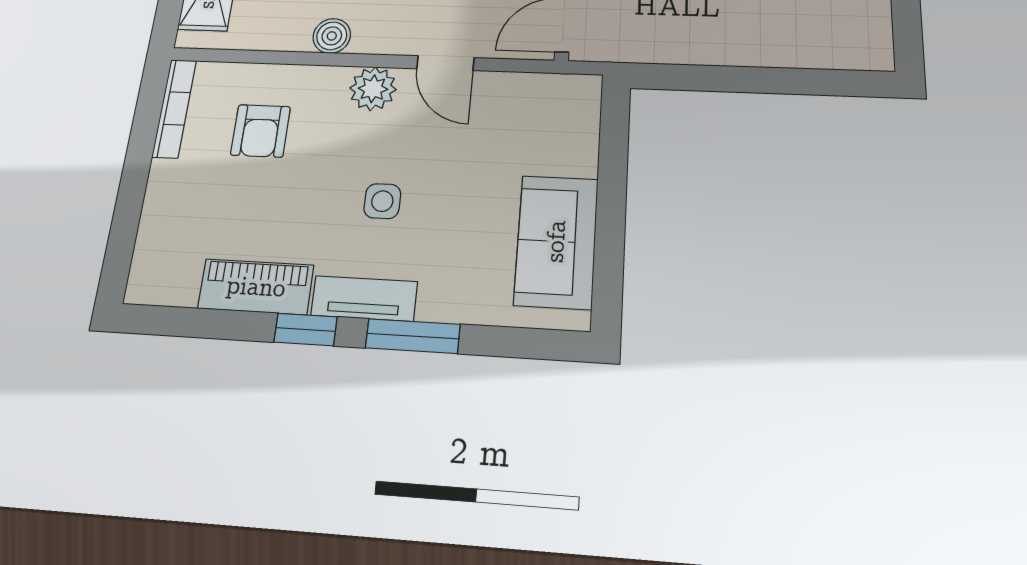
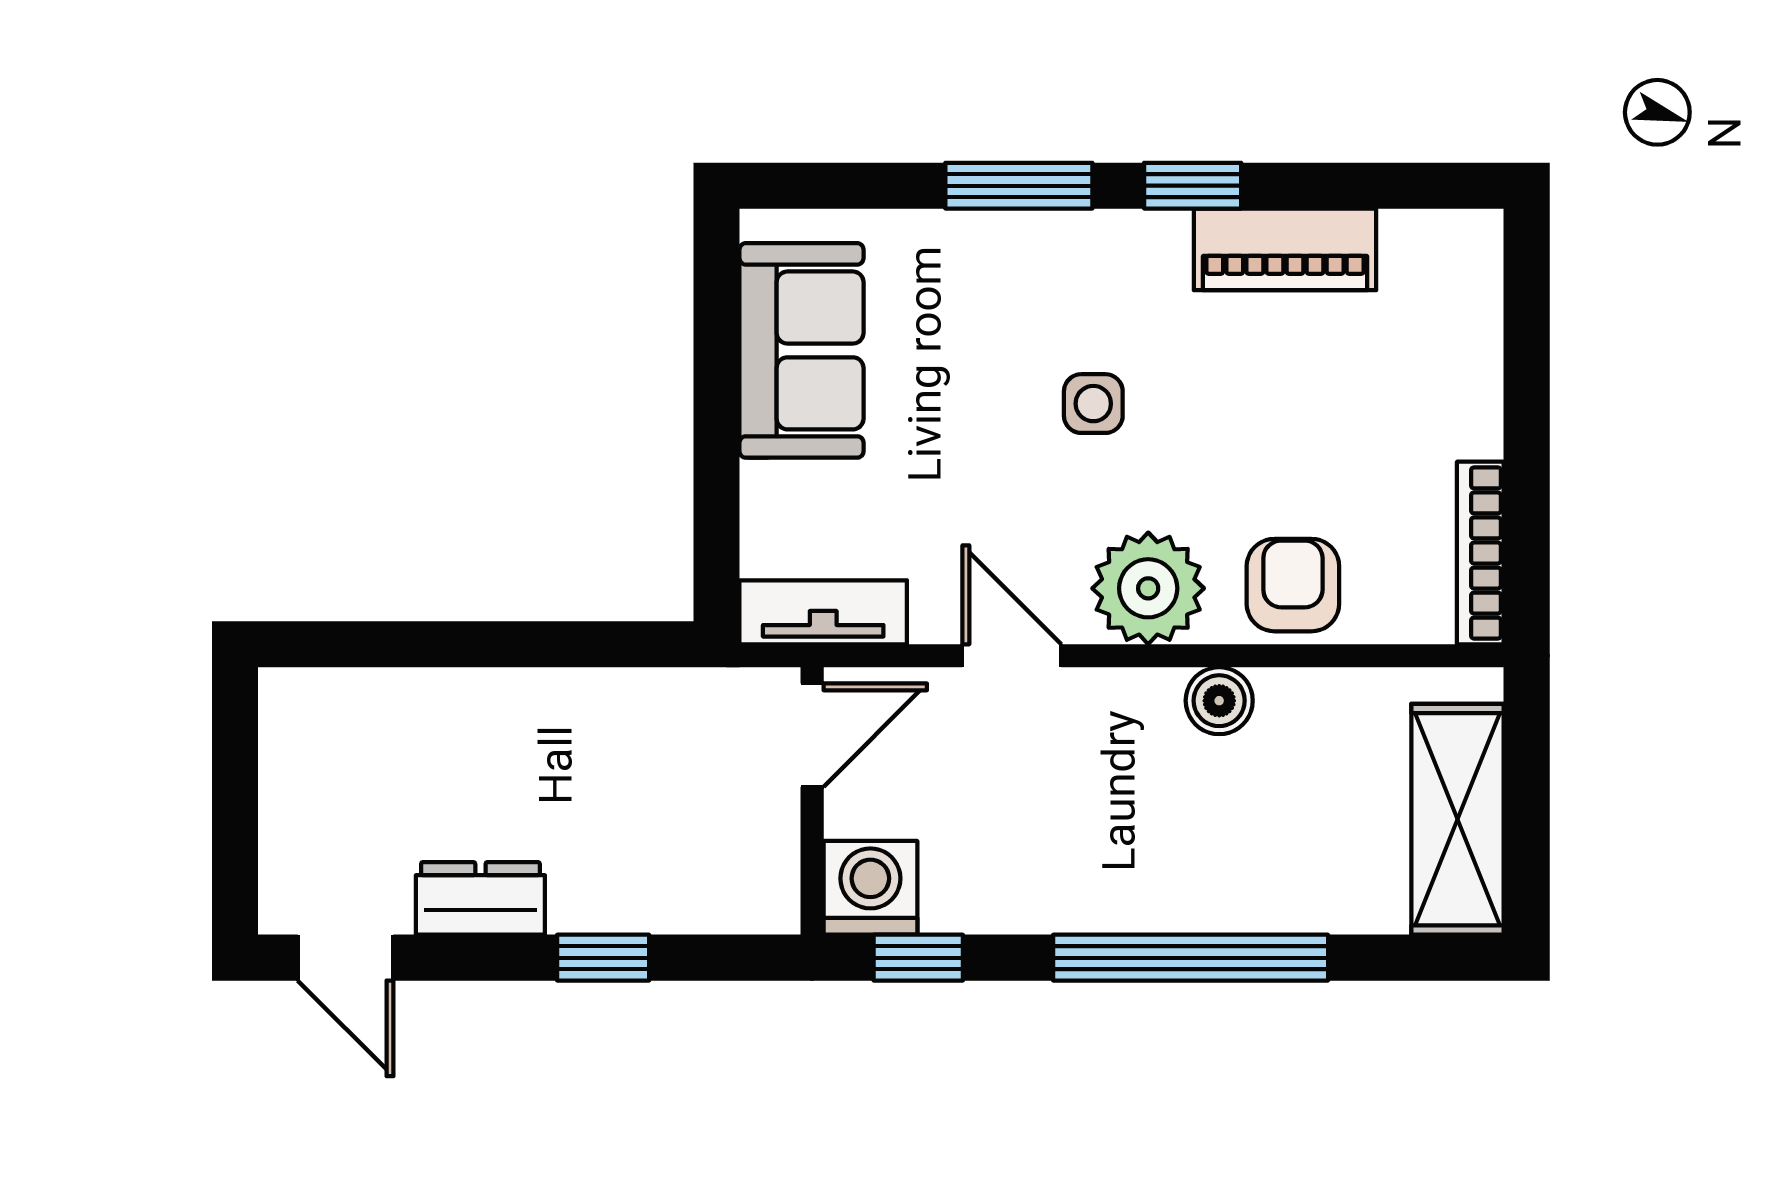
plant: (373, 89) -> (1148, 588), width x1.36, depth x1.36
armchair: (261, 131) -> (1293, 585), moved
tv unit: (364, 298) -> (823, 612), moved, turned 180

